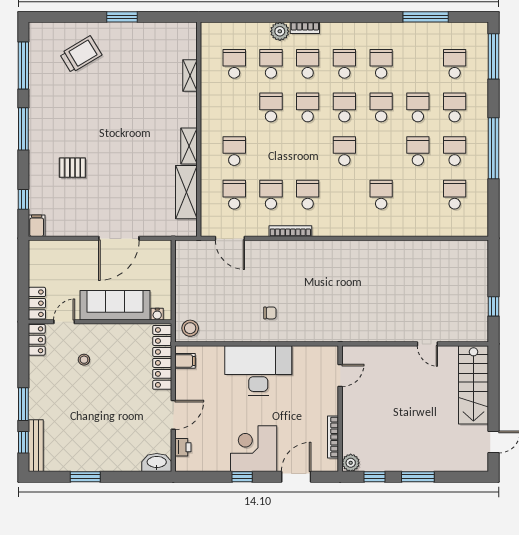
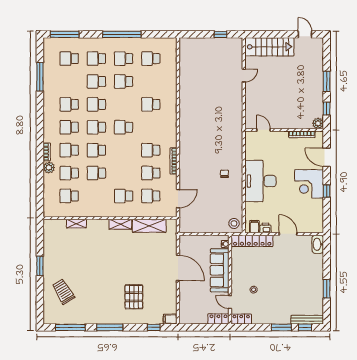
pallet: (72, 168) -> (134, 297), width x1.50, depth x1.42
printer: (183, 447) -> (265, 228), moved

